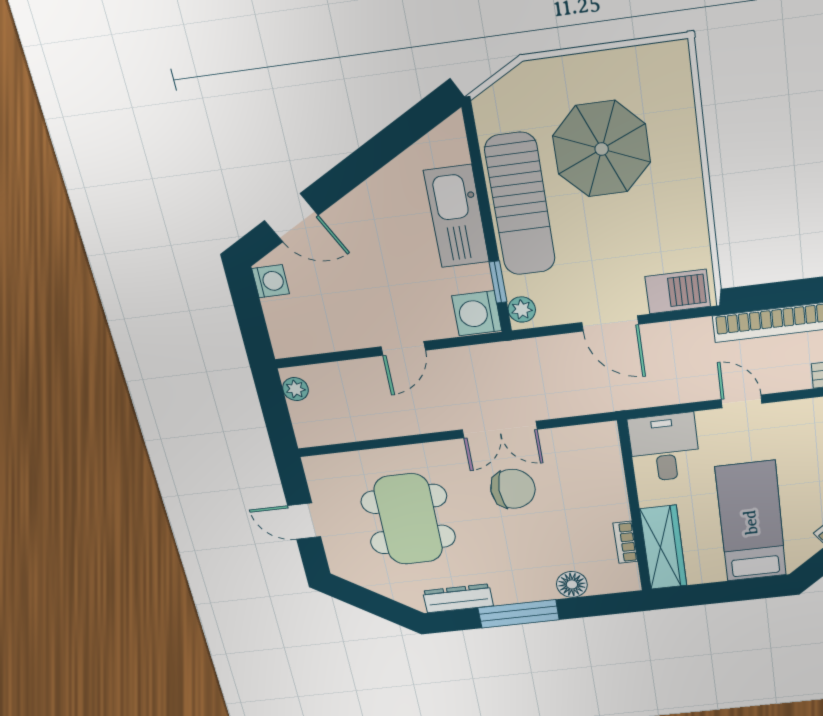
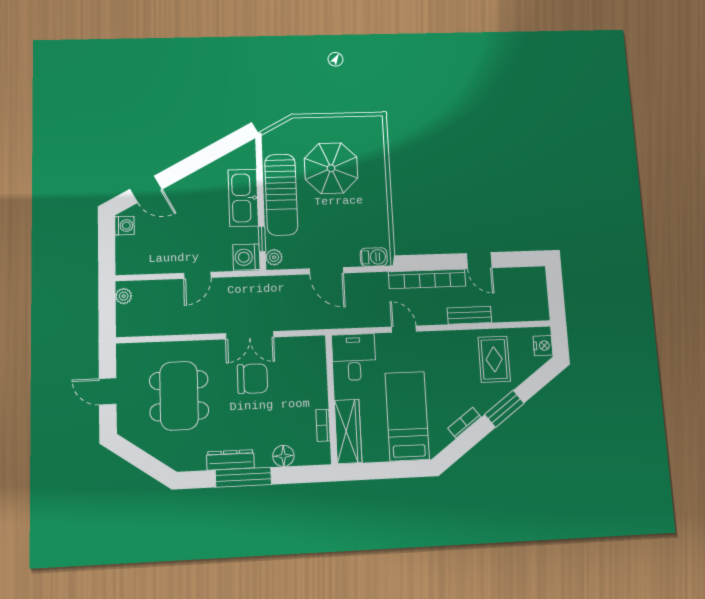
barbecue: (678, 291) -> (374, 257), width x0.73, depth x0.79
dresser: (458, 598) -> (230, 460), moved

